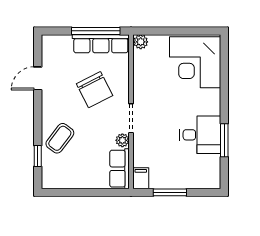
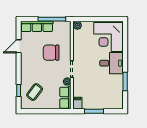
row of seats: (101, 44) -> (37, 26), moved
chair: (95, 90) -> (51, 53), turned 117
desk: (200, 135) -> (111, 63), moved
coffee table: (60, 138) -> (35, 92), moved

